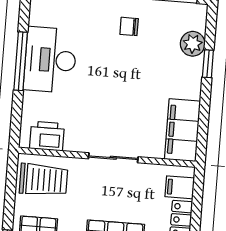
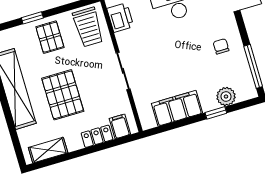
filing cabinet: (182, 130) -> (177, 108), moved

